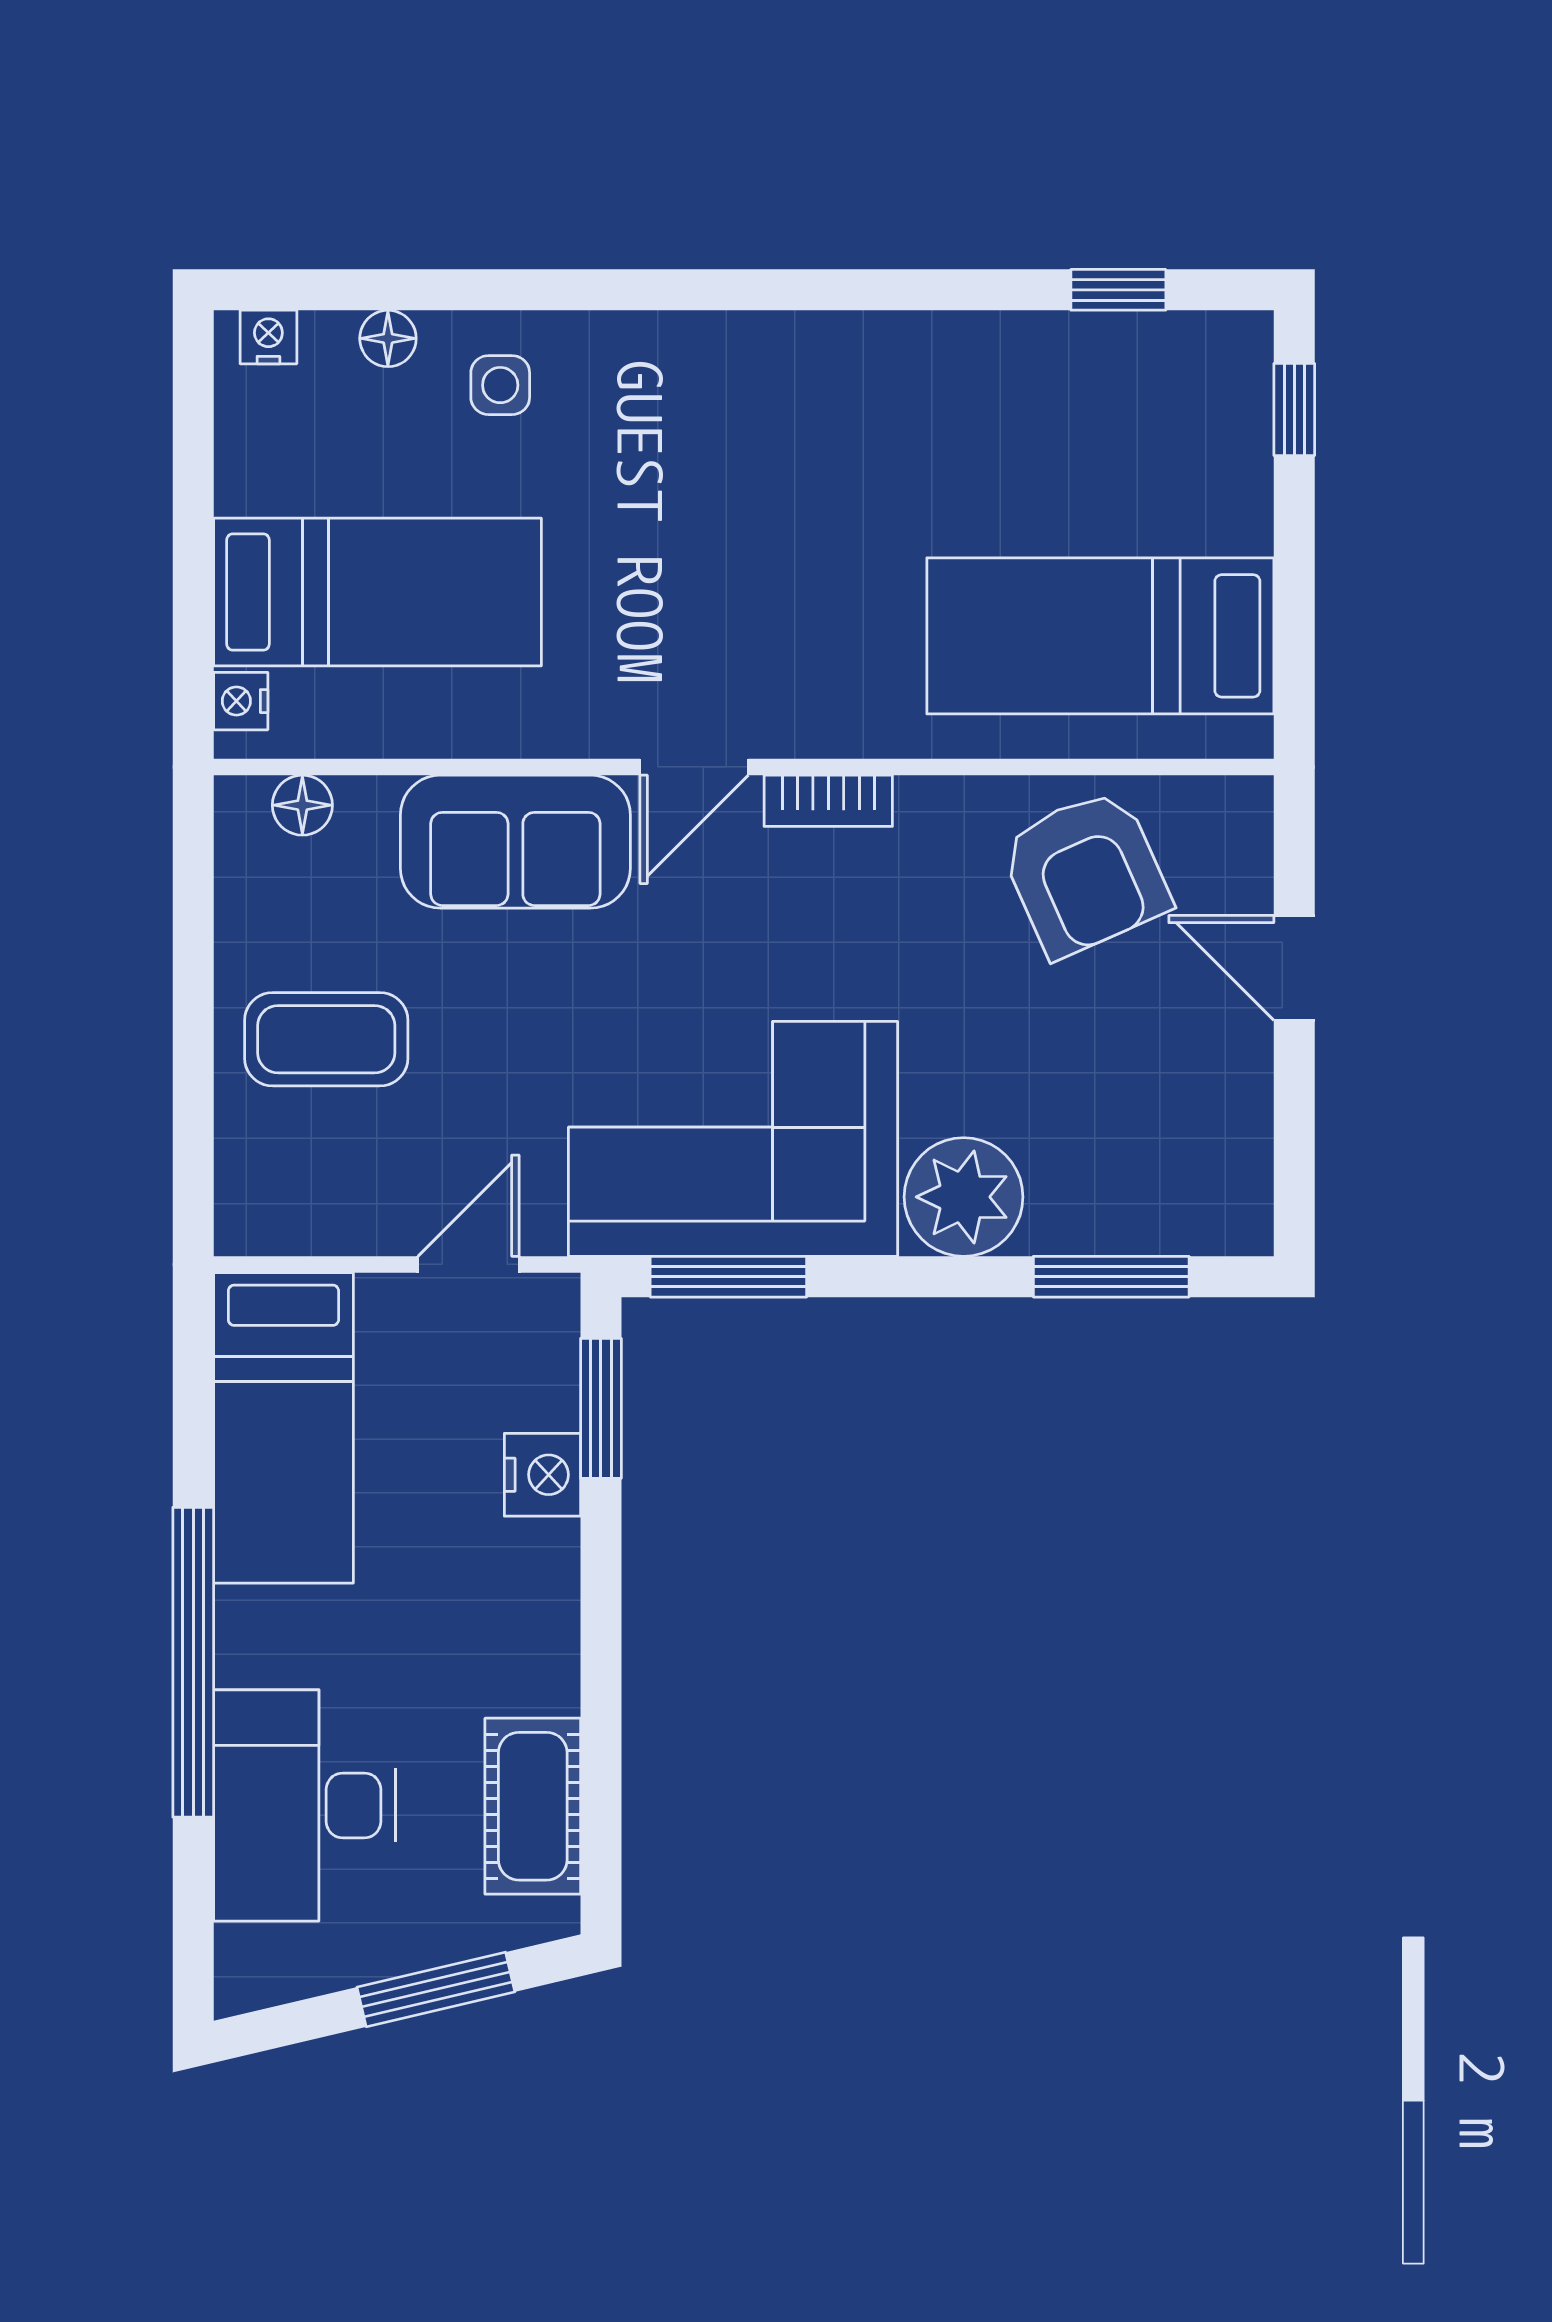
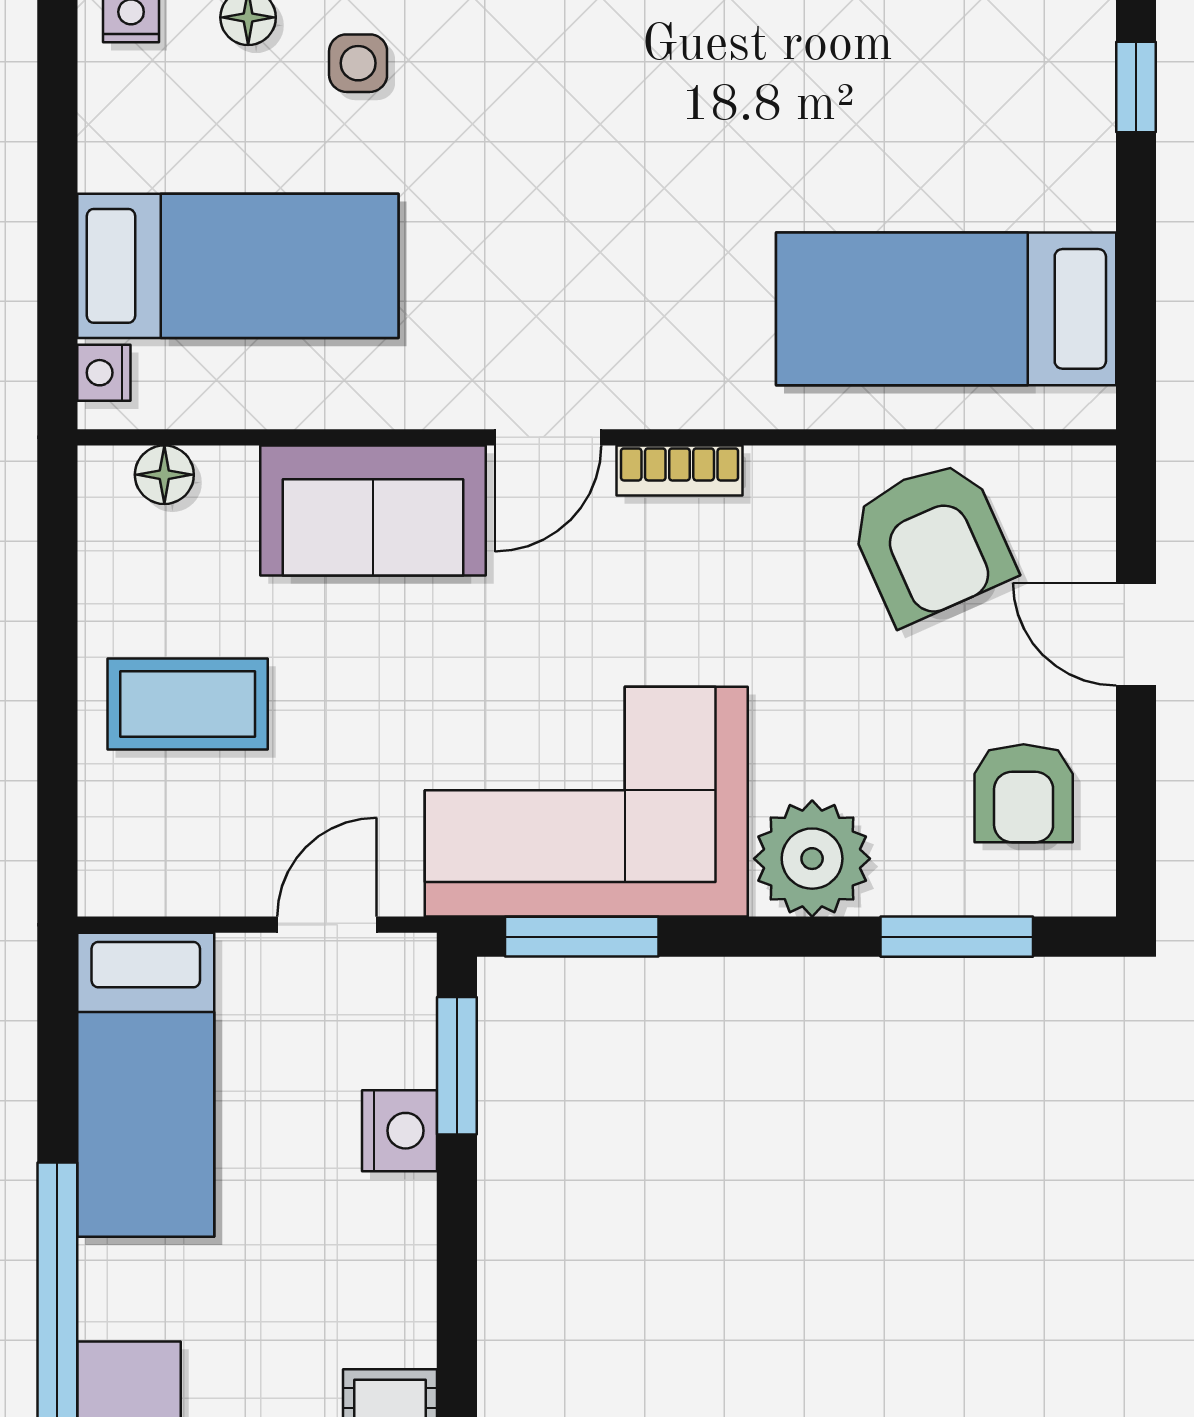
armchair: (1179, 1130) -> (1024, 793), added

